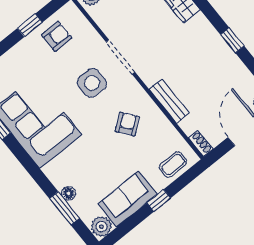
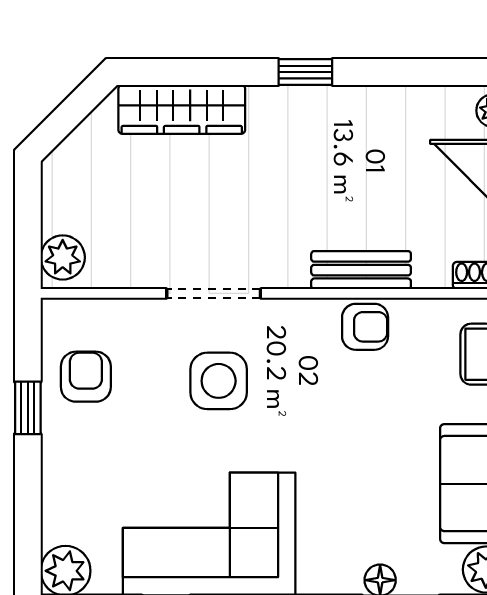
window: (232, 40) -> (305, 72), moved
armchair: (127, 124) -> (365, 327), moved, turned 127

